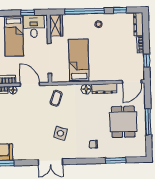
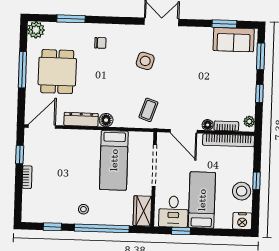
dresser: (138, 24) -> (28, 206), removed
plant: (140, 151) -> (36, 30), added

